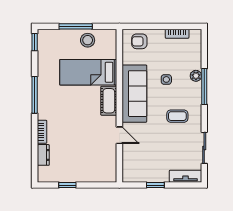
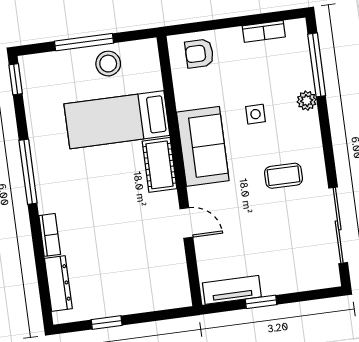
window: (204, 86) -> (317, 65), moved
sofa: (134, 94) -> (203, 146), width x0.73
sliding door: (204, 148) -> (338, 225), width x1.37
dresser: (43, 155) -> (58, 284), width x1.44
tv unit: (185, 176) -> (232, 290), moved

